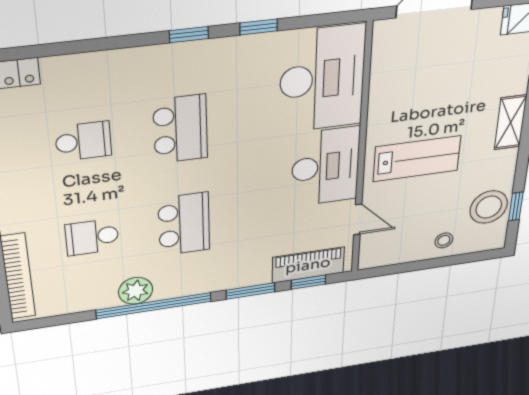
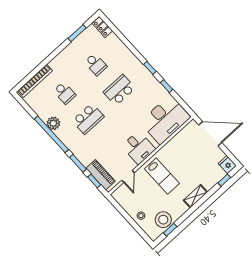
school desk: (180, 129) -> (119, 90), turned 180
desk: (325, 167) -> (138, 148), width x0.73
school desk: (92, 237) -> (64, 93), turned 180

